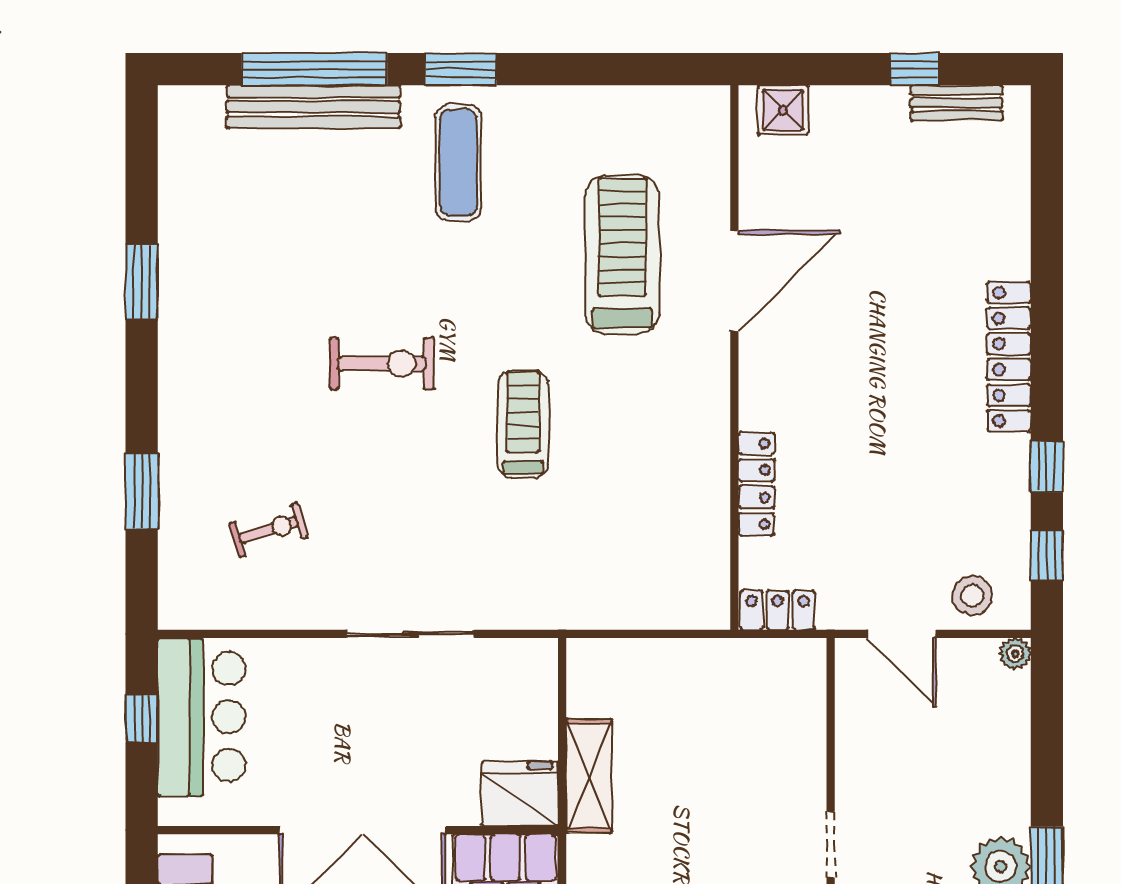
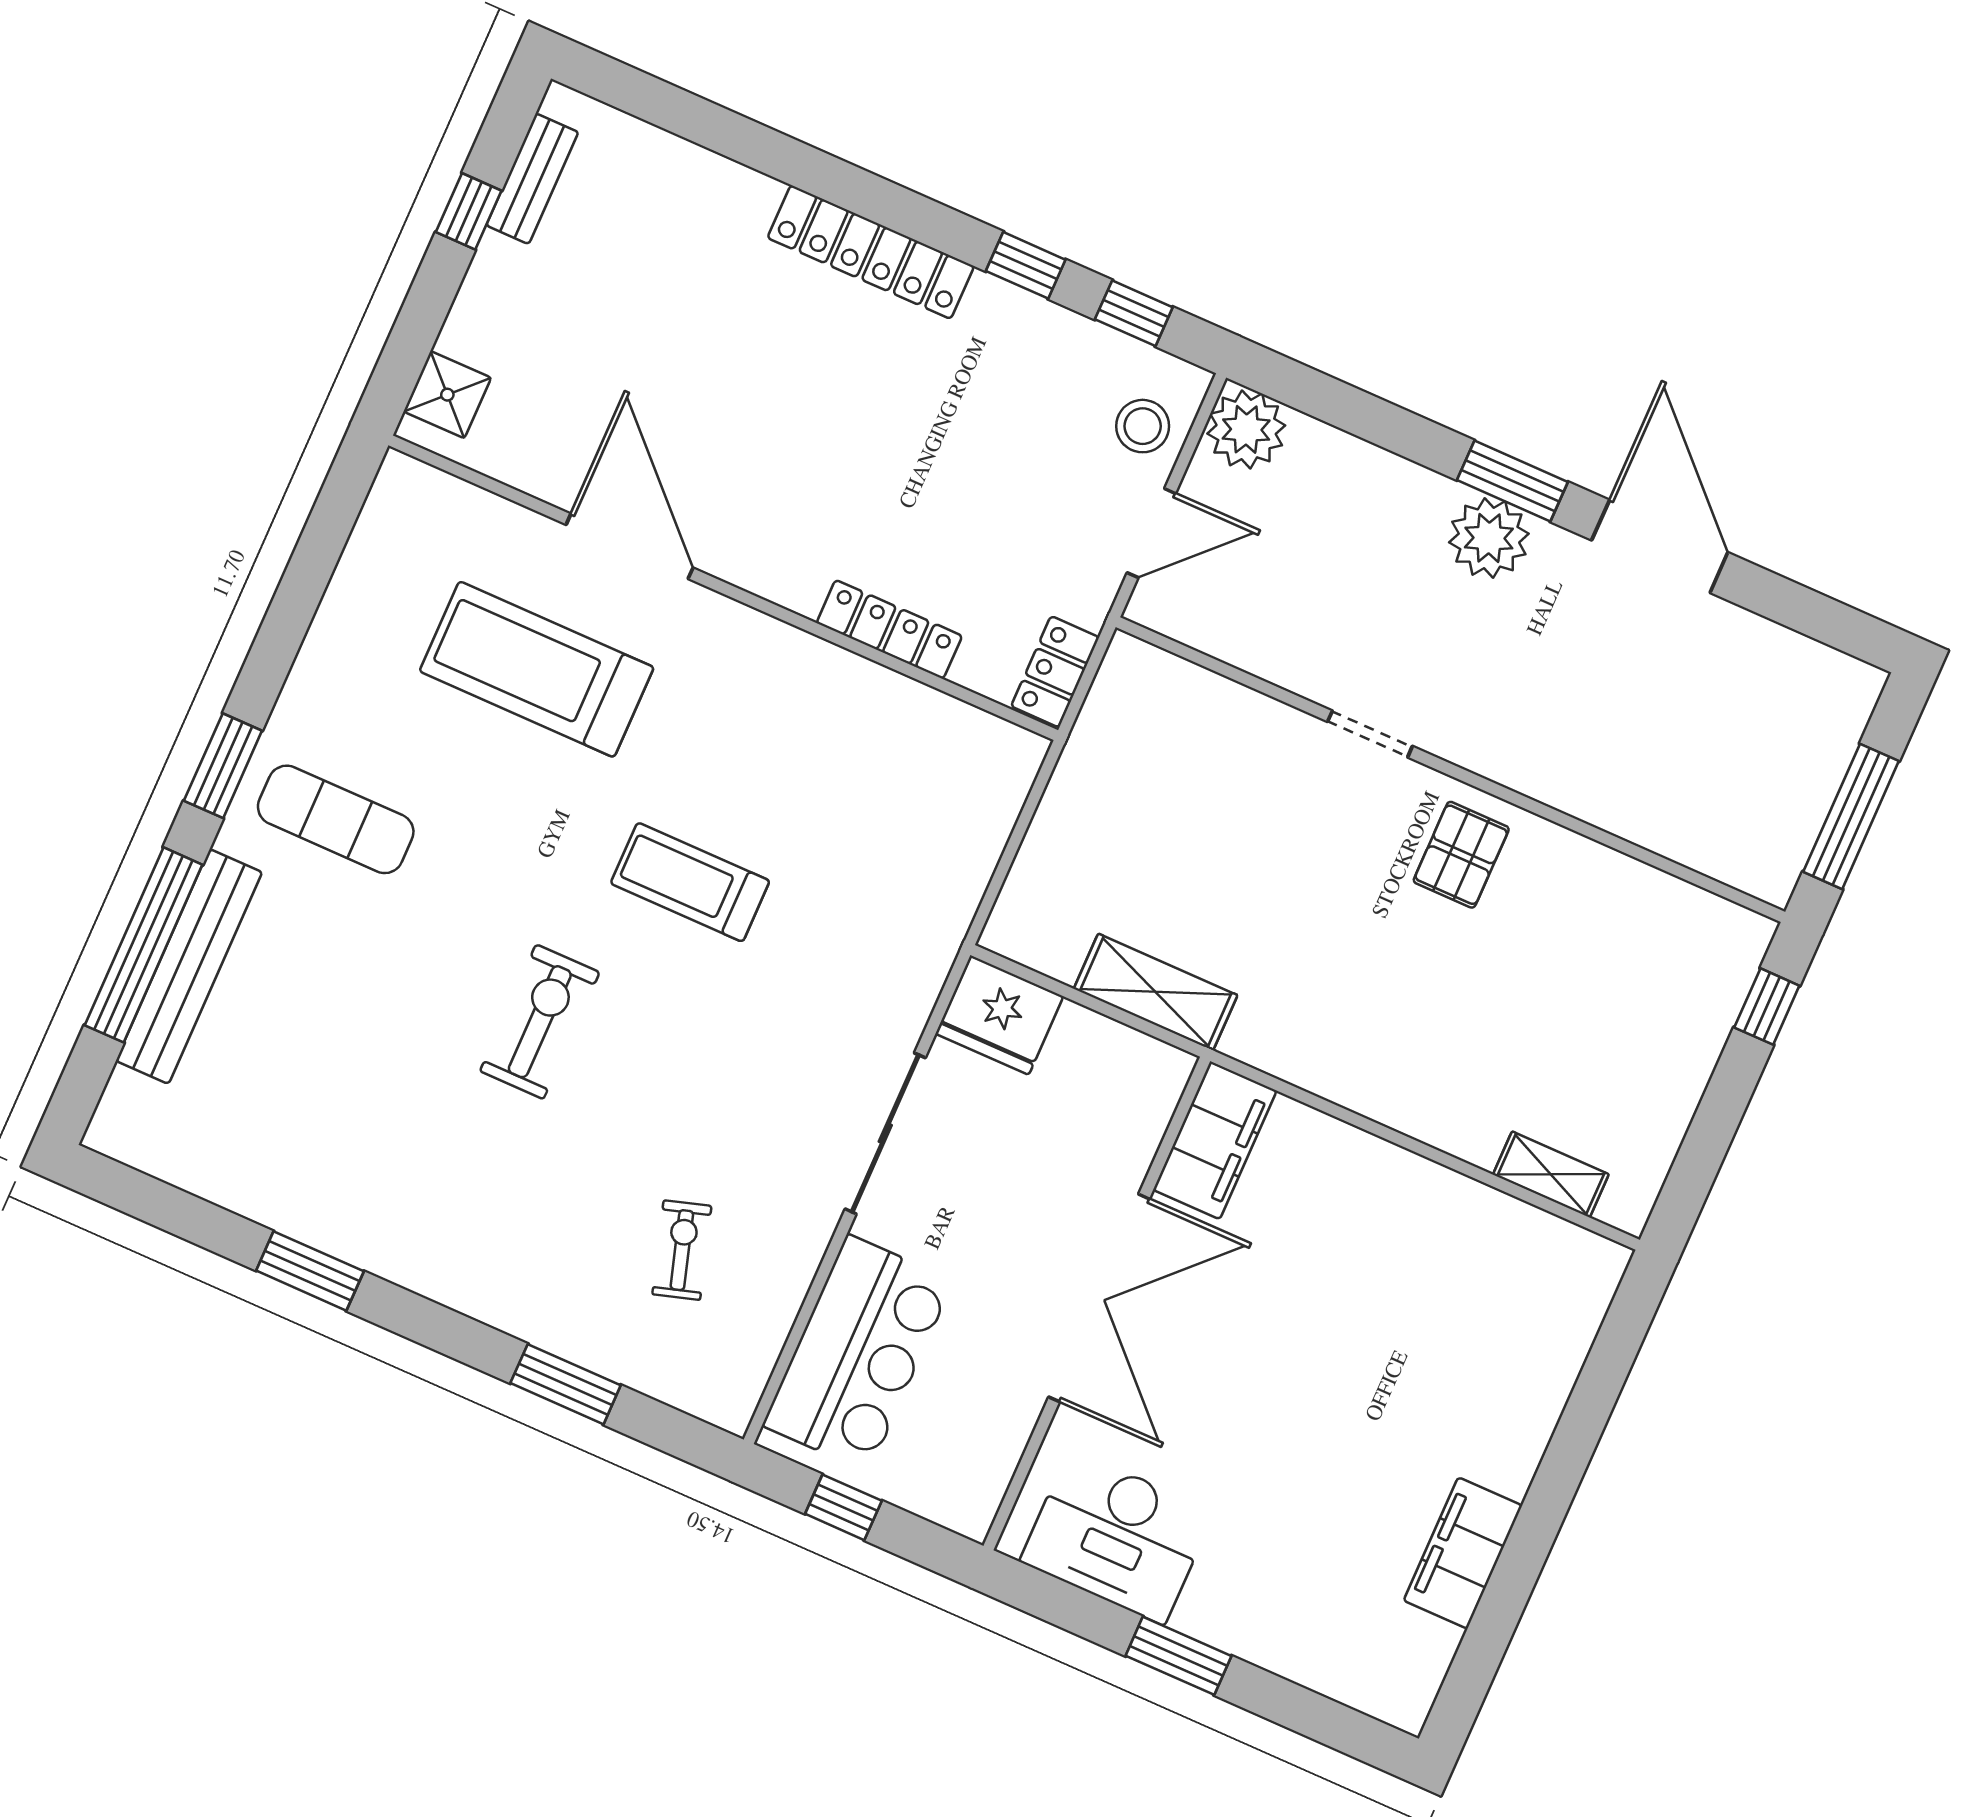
plant: (1015, 654) -> (1246, 429), width x1.88, depth x1.88
bar counter: (202, 717) -> (858, 1353), moved, turned 90
fridge: (520, 794) -> (999, 1015), moved, turned -90

